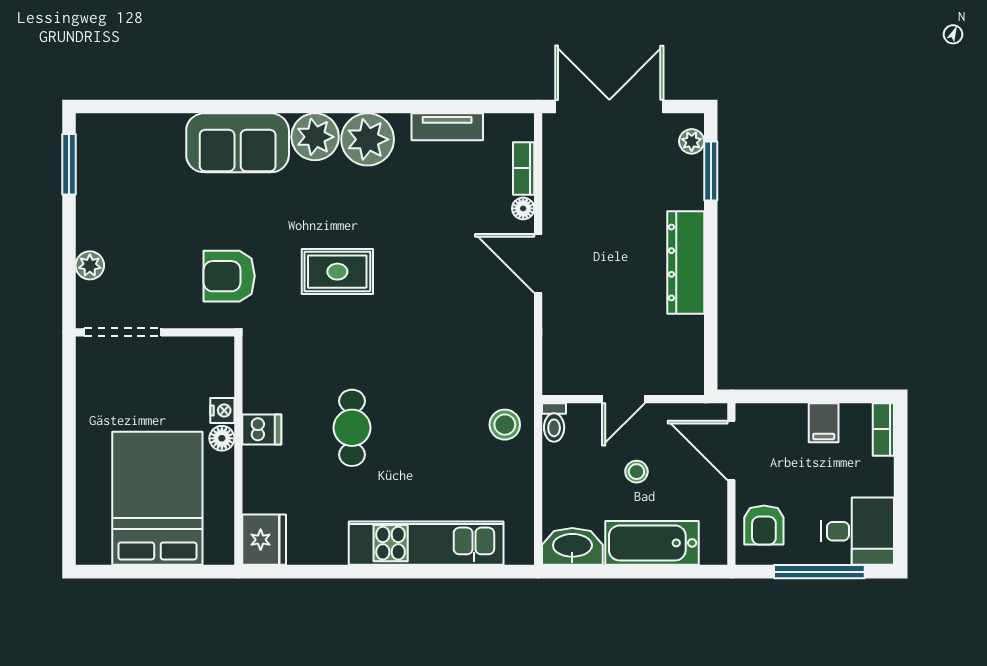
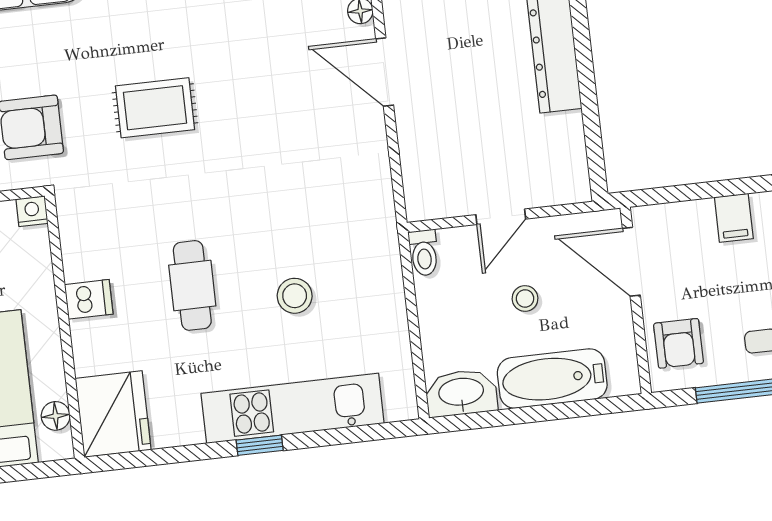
nightstand: (222, 410) -> (32, 211), moved, turned -90
stool: (505, 425) -> (295, 296), moved
floor lamp: (222, 438) -> (56, 416), moved
fridge: (264, 540) -> (113, 414), width x1.36, depth x1.34
window: (394, 572) -> (260, 445), added

